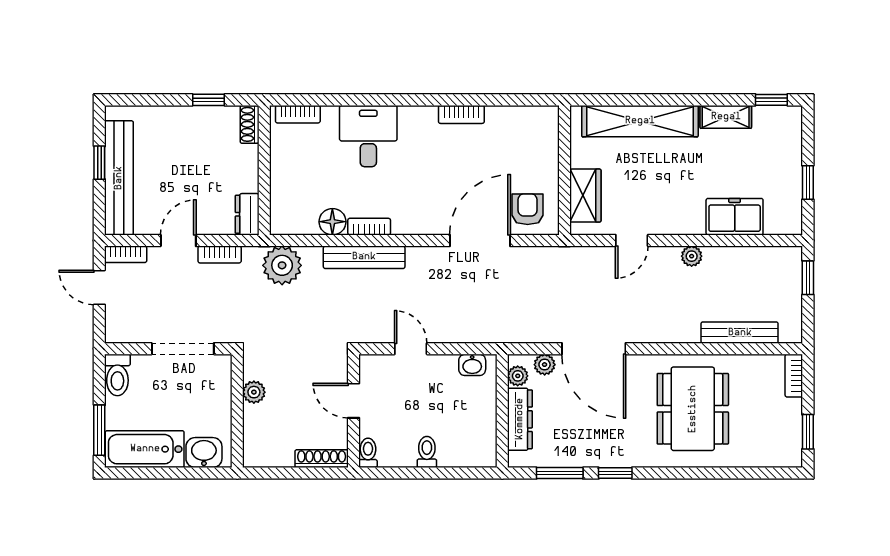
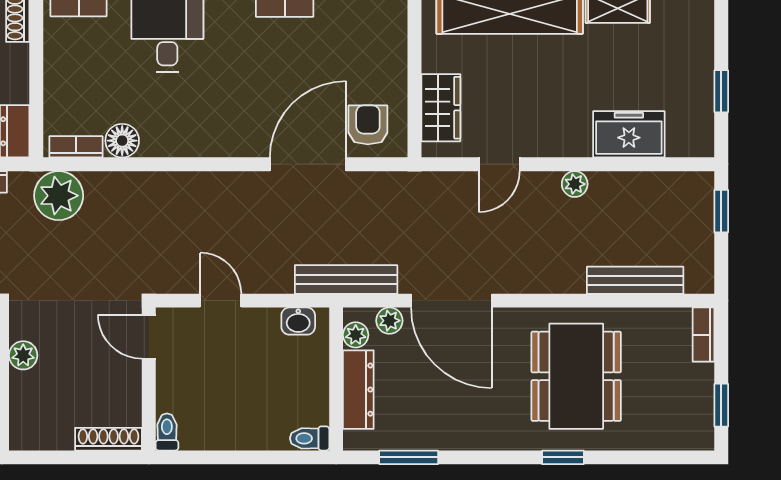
bookcase: (369, 227) -> (76, 147), moved
bench: (364, 257) -> (346, 279), moved
door: (354, 401) -> (149, 337), moved
toilet: (427, 452) -> (310, 438), moved, turned -90
window: (615, 473) -> (563, 457), moved

